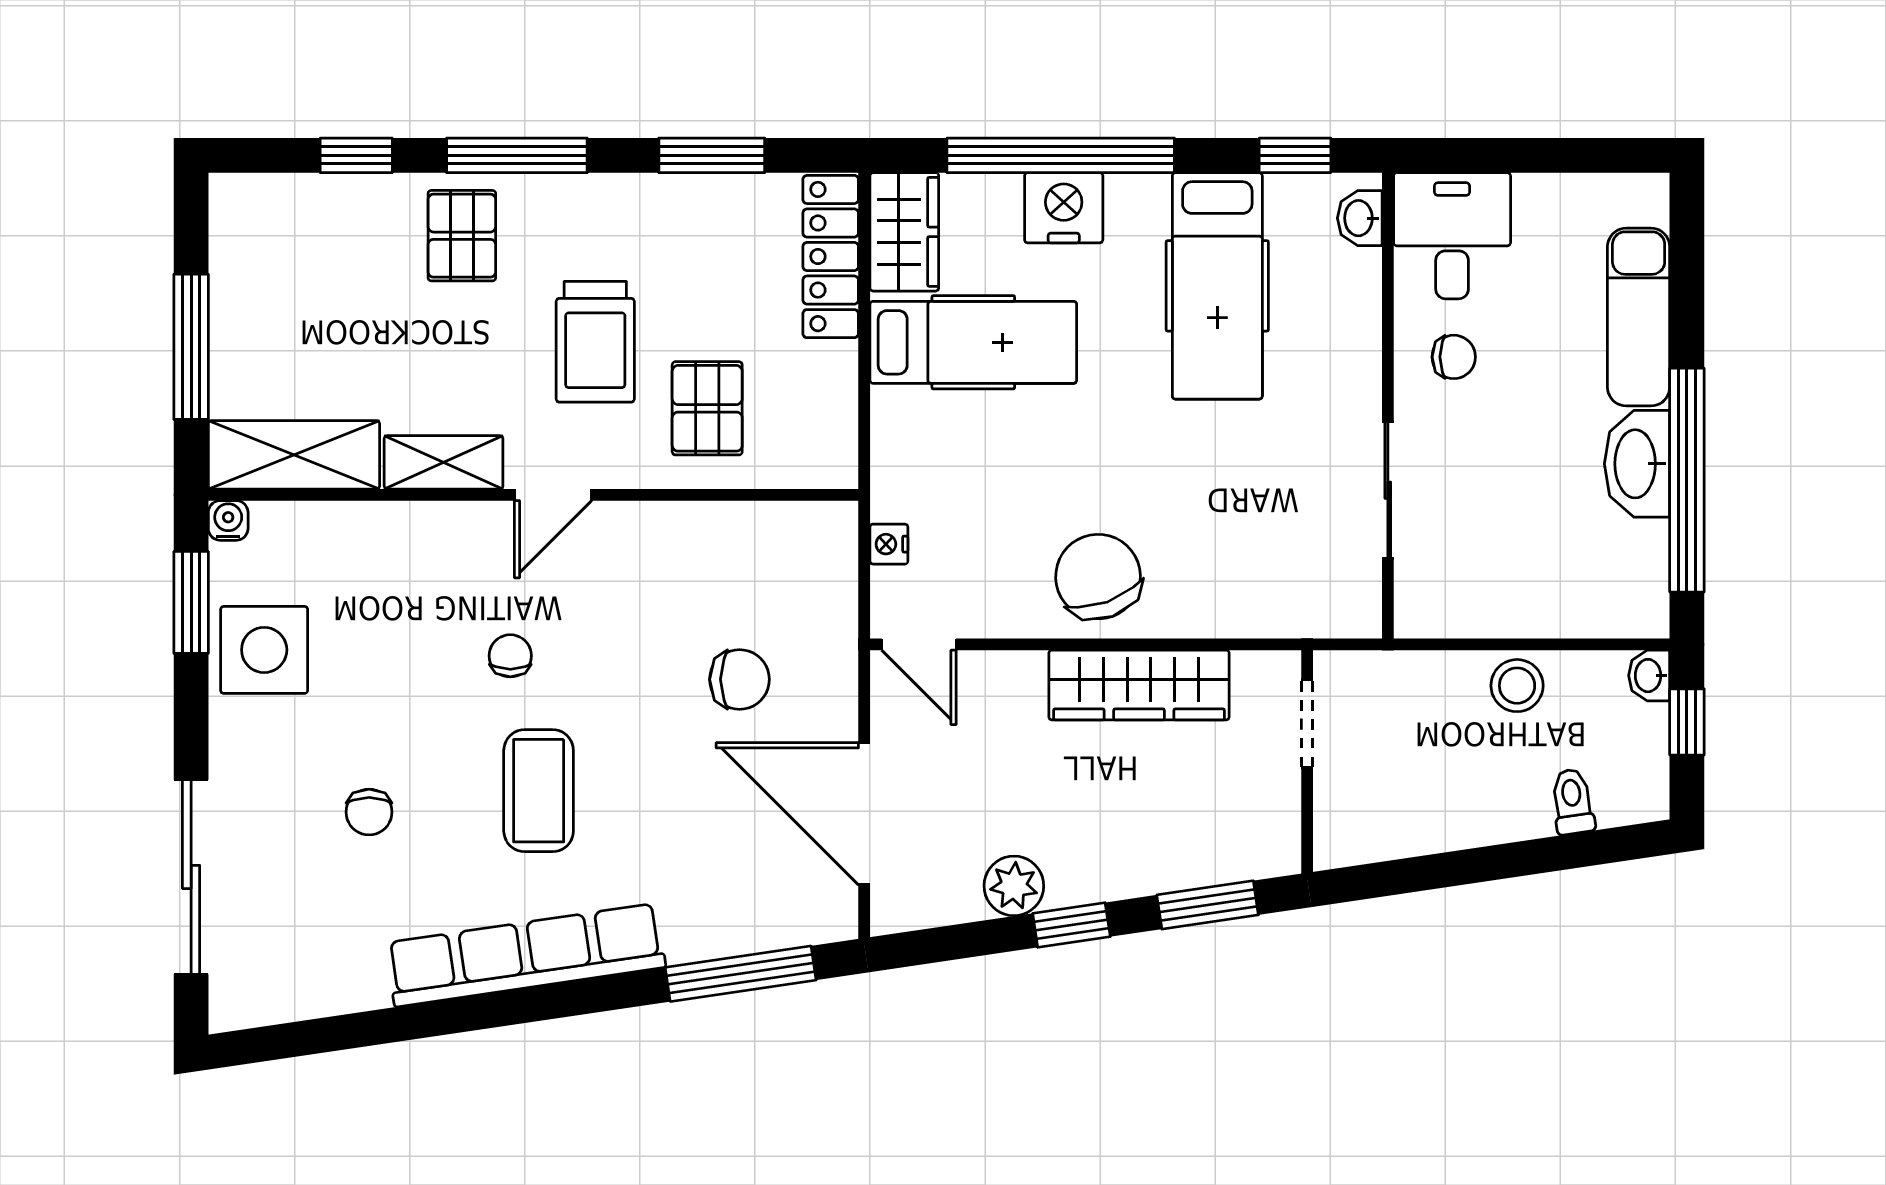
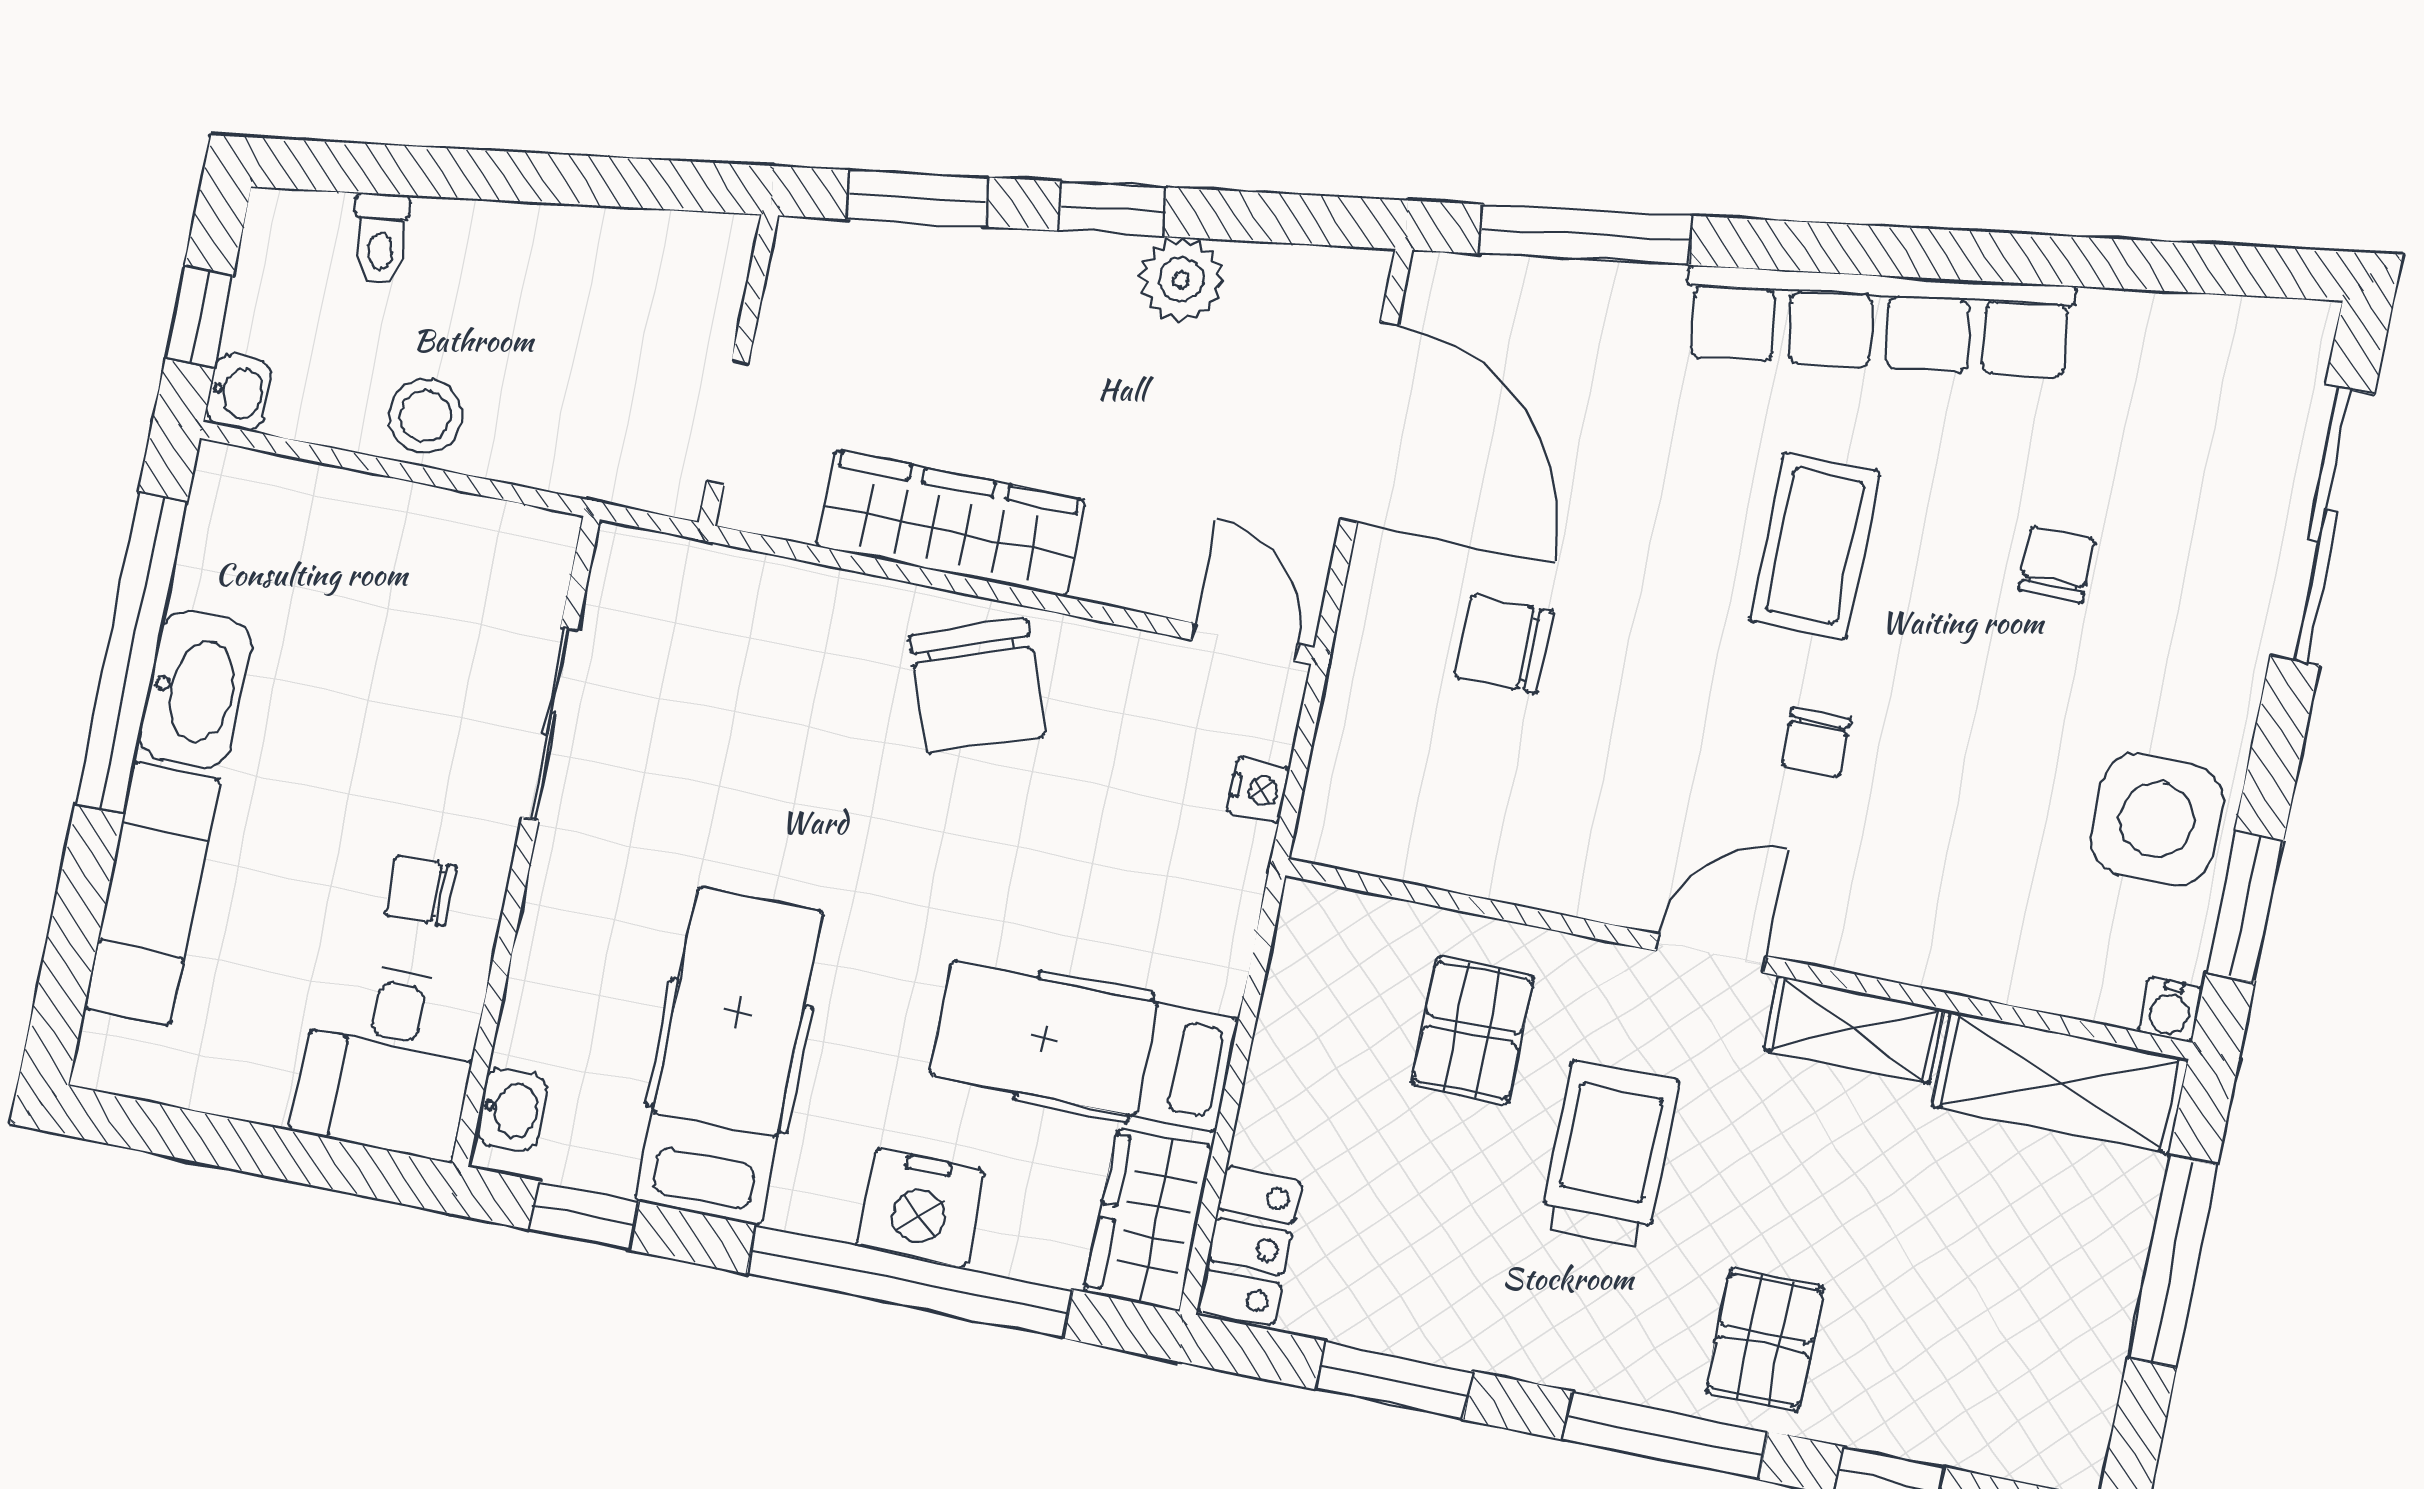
locker: (831, 257) -> (1250, 1246), width x0.66

